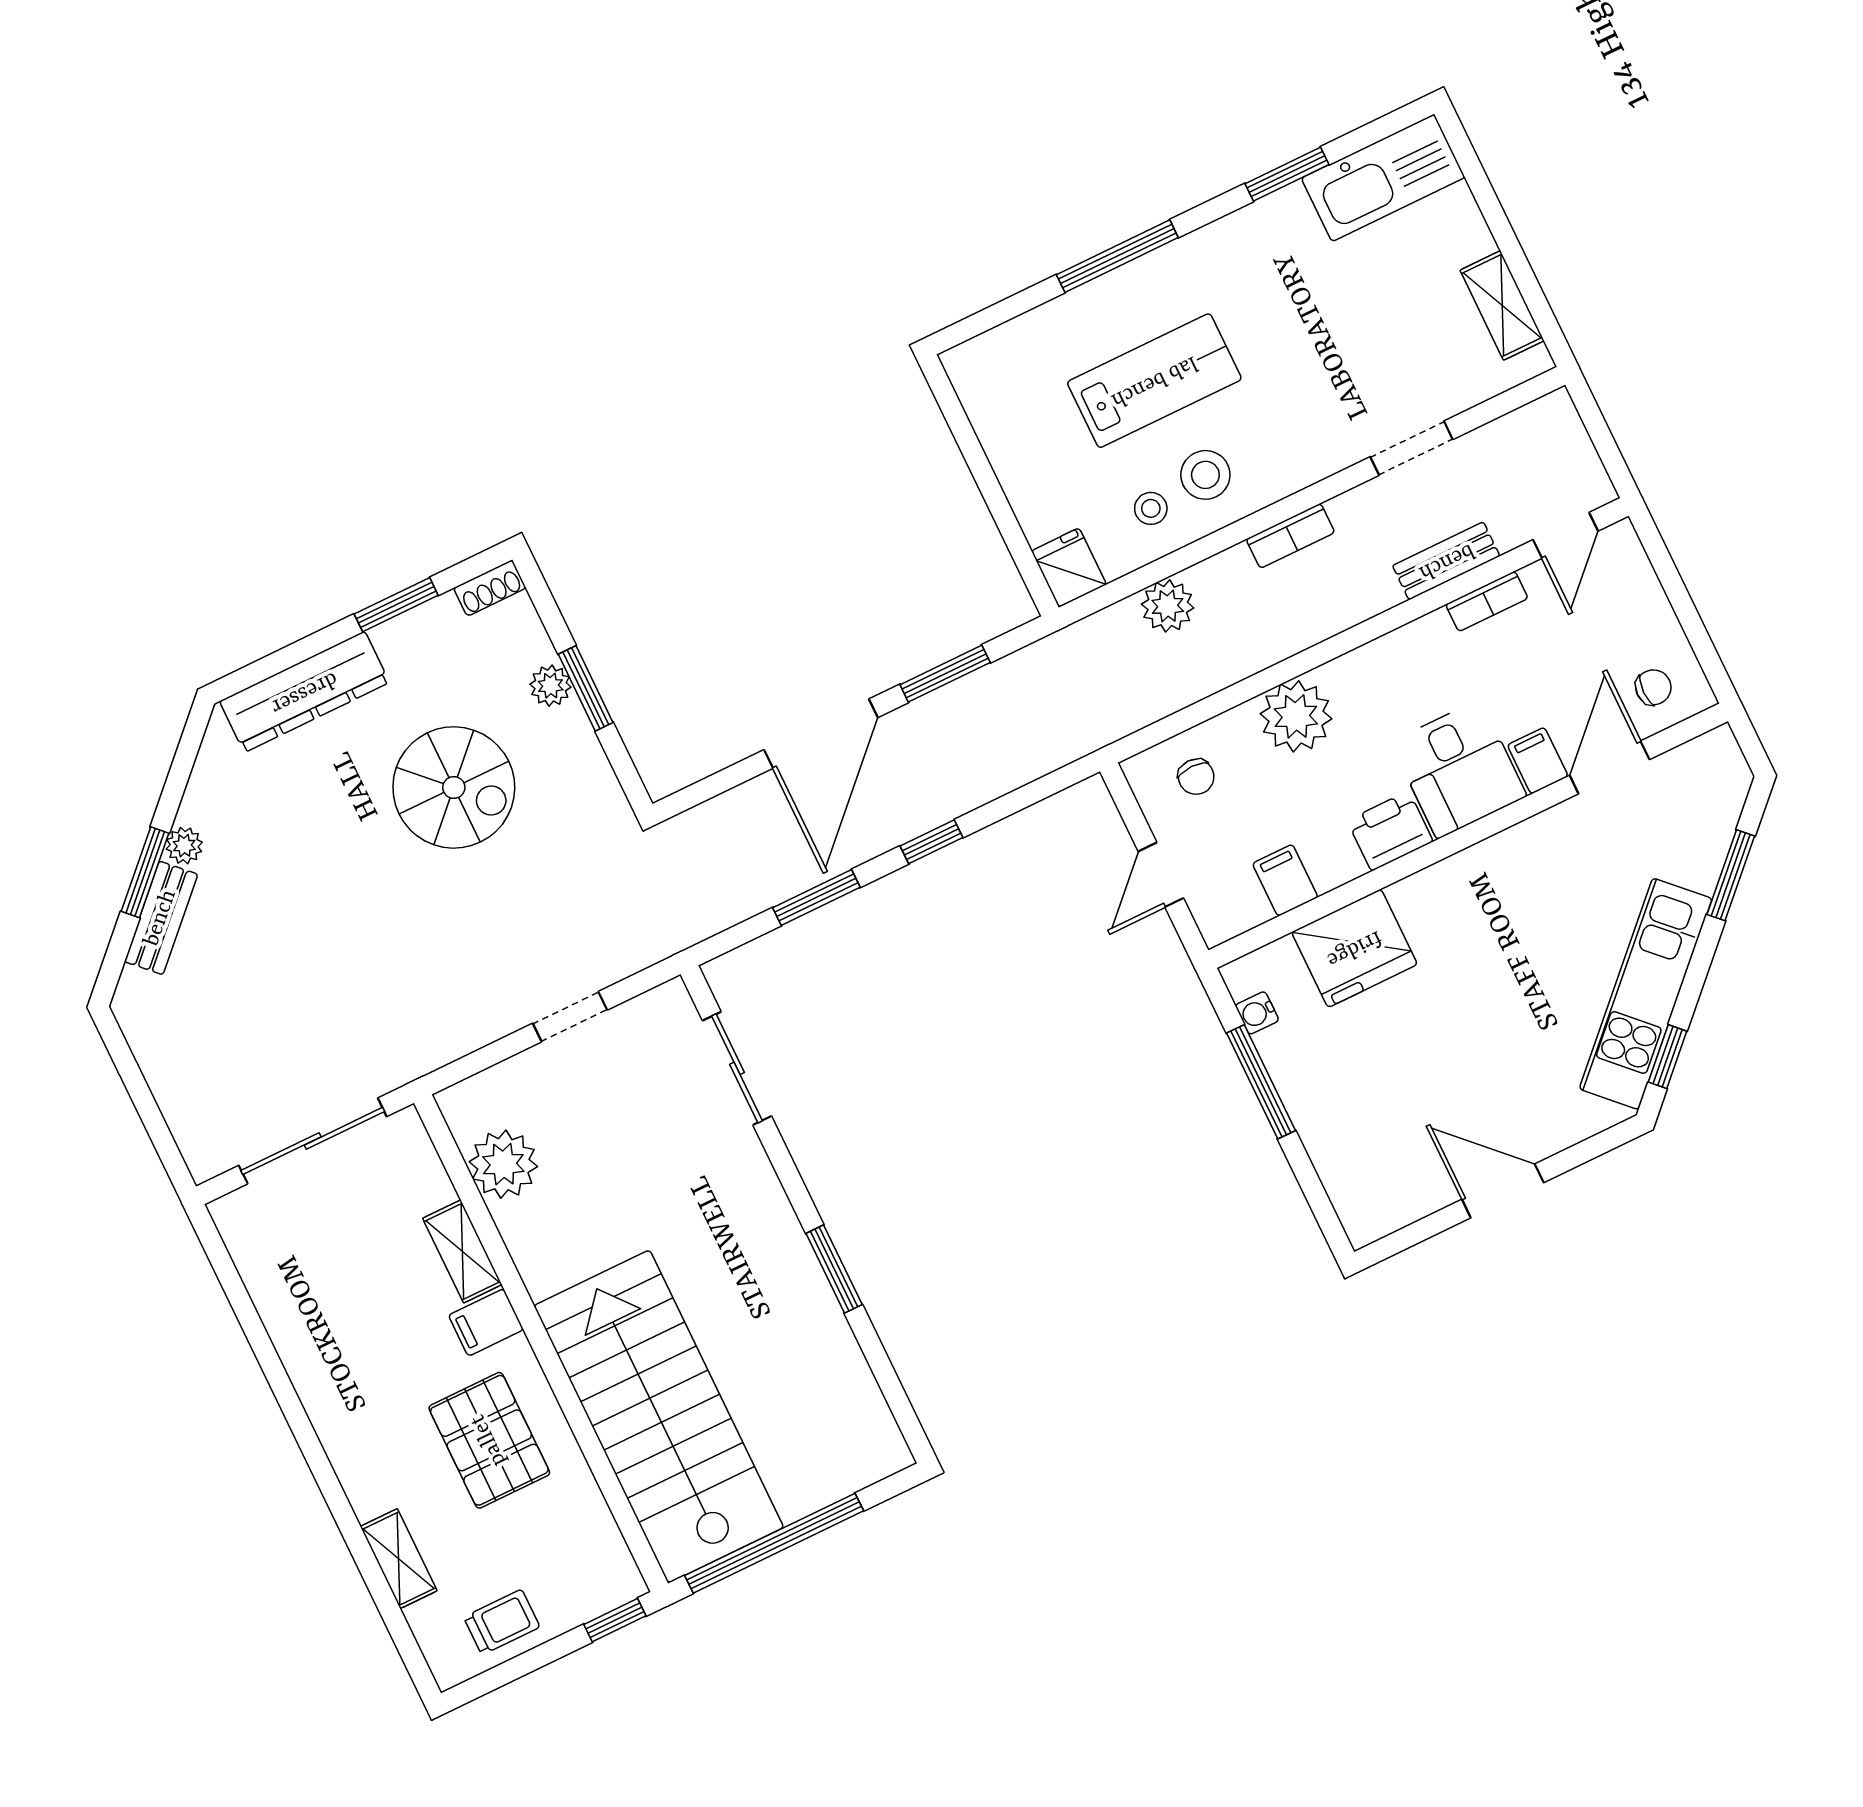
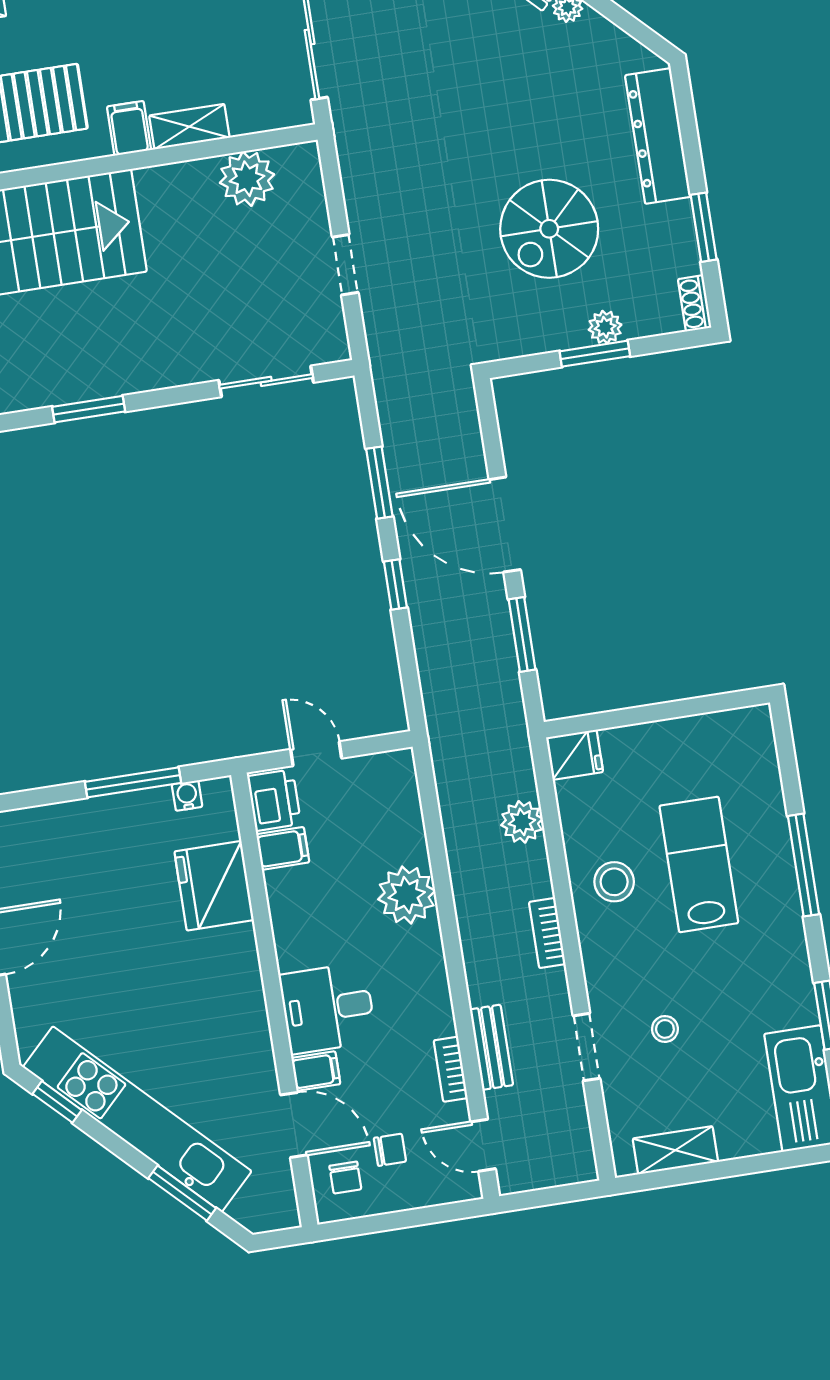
lab bench: (1154, 381) -> (699, 864), turned 180
stool: (1151, 508) -> (665, 1029), moved
chair: (1196, 777) -> (390, 1150), moved, turned 180
printer: (1390, 831) -> (274, 800), moved
kitchen unit: (1646, 994) -> (137, 1119), width x1.36

